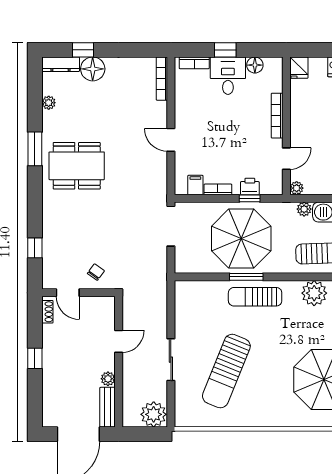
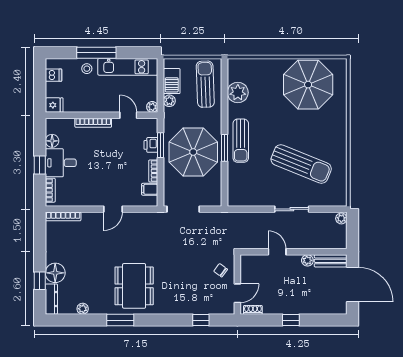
window: (250, 198) -> (161, 145), width x1.50
plant: (154, 414) -> (341, 218), width x0.53, depth x0.53

